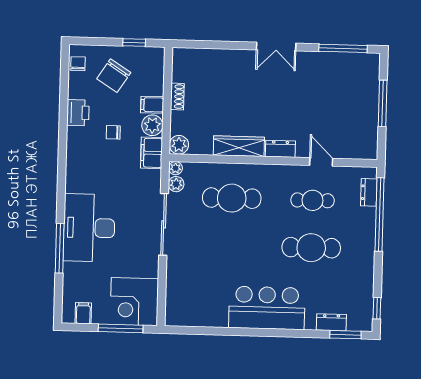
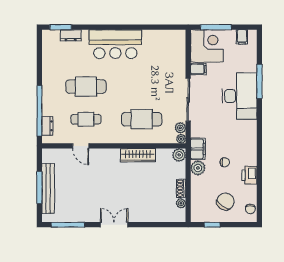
plant: (178, 75) -> (181, 203), added
bench: (370, 102) -> (48, 188), added
filing cabinet: (152, 105) -> (198, 69), moved
dresser: (280, 149) -> (109, 154), removed
window: (377, 308) -> (39, 46), removed

